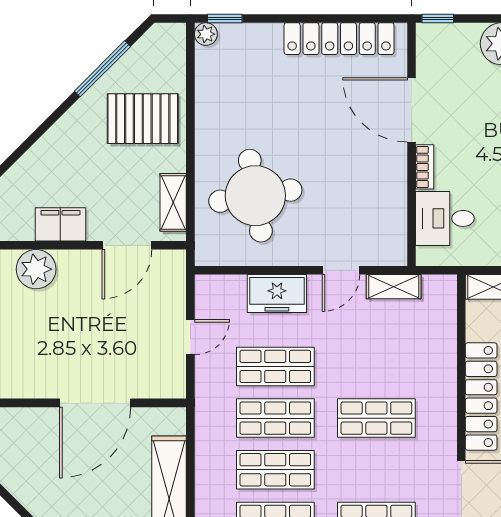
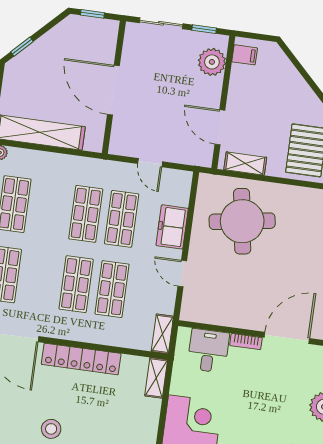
filing cabinet: (60, 224) -> (245, 55), moved, width x0.50
shelving: (394, 287) -> (162, 334), moved
shop shelf: (275, 470) -> (112, 289), moved

